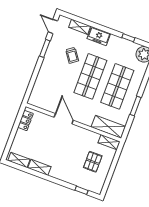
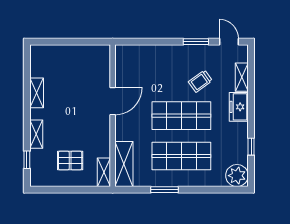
door: (53, 26) -> (229, 42), hinge flipped
locker: (25, 120) -> (92, 52), removed
shelving: (19, 160) -> (36, 134), moved

